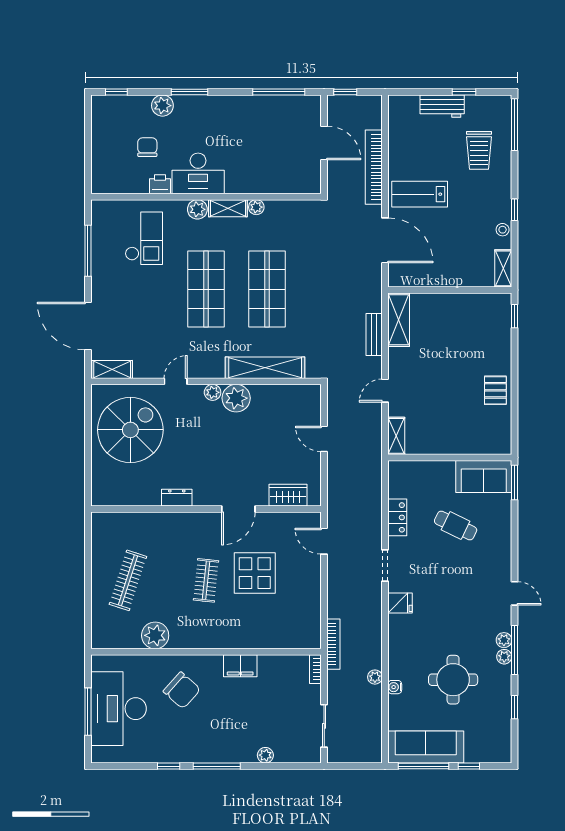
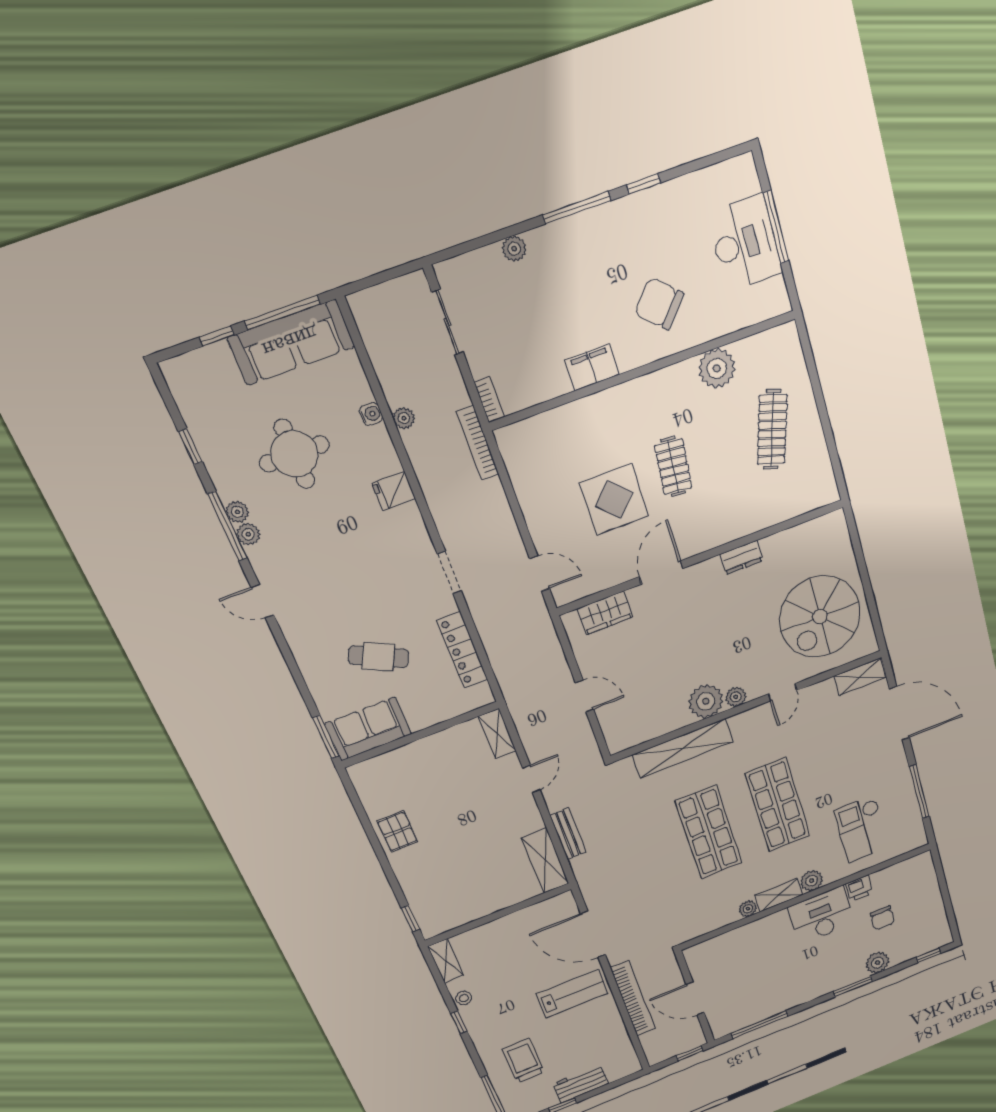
locker: (397, 517) -> (462, 650), width x1.53
fridge: (400, 603) -> (394, 491), moved
desk: (118, 709) -> (745, 243), width x0.73, depth x0.77

